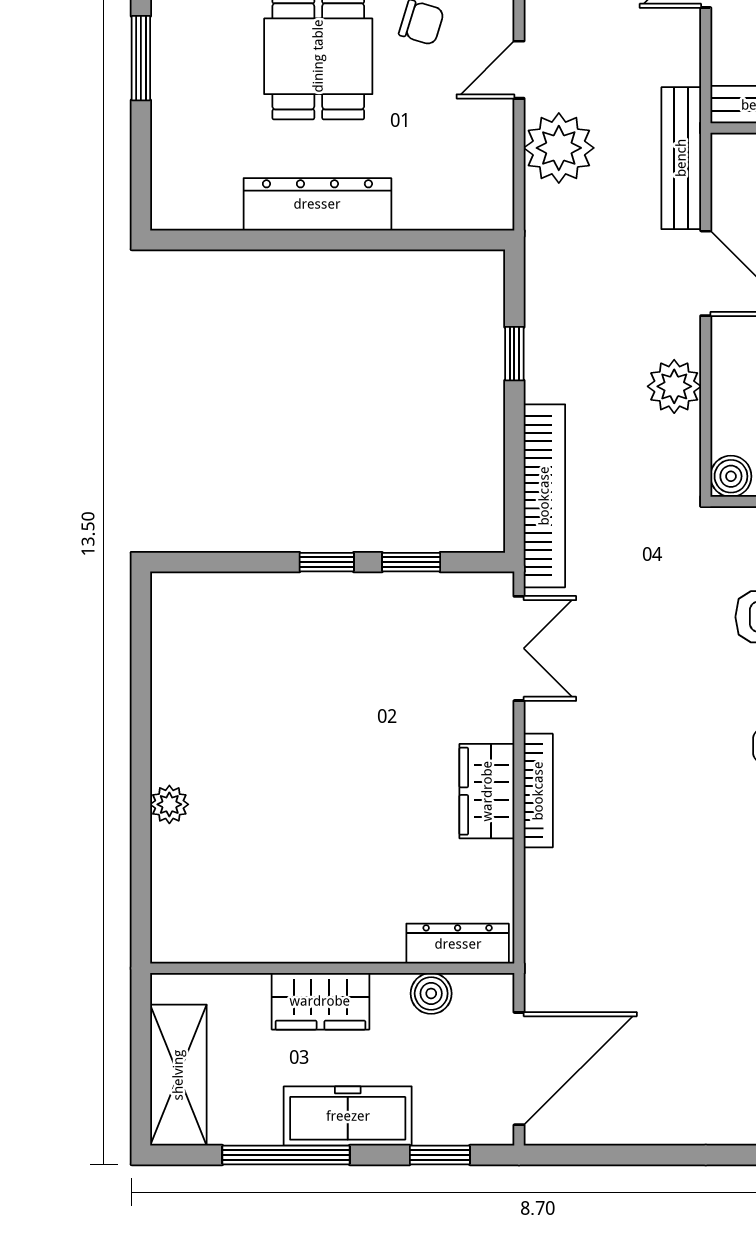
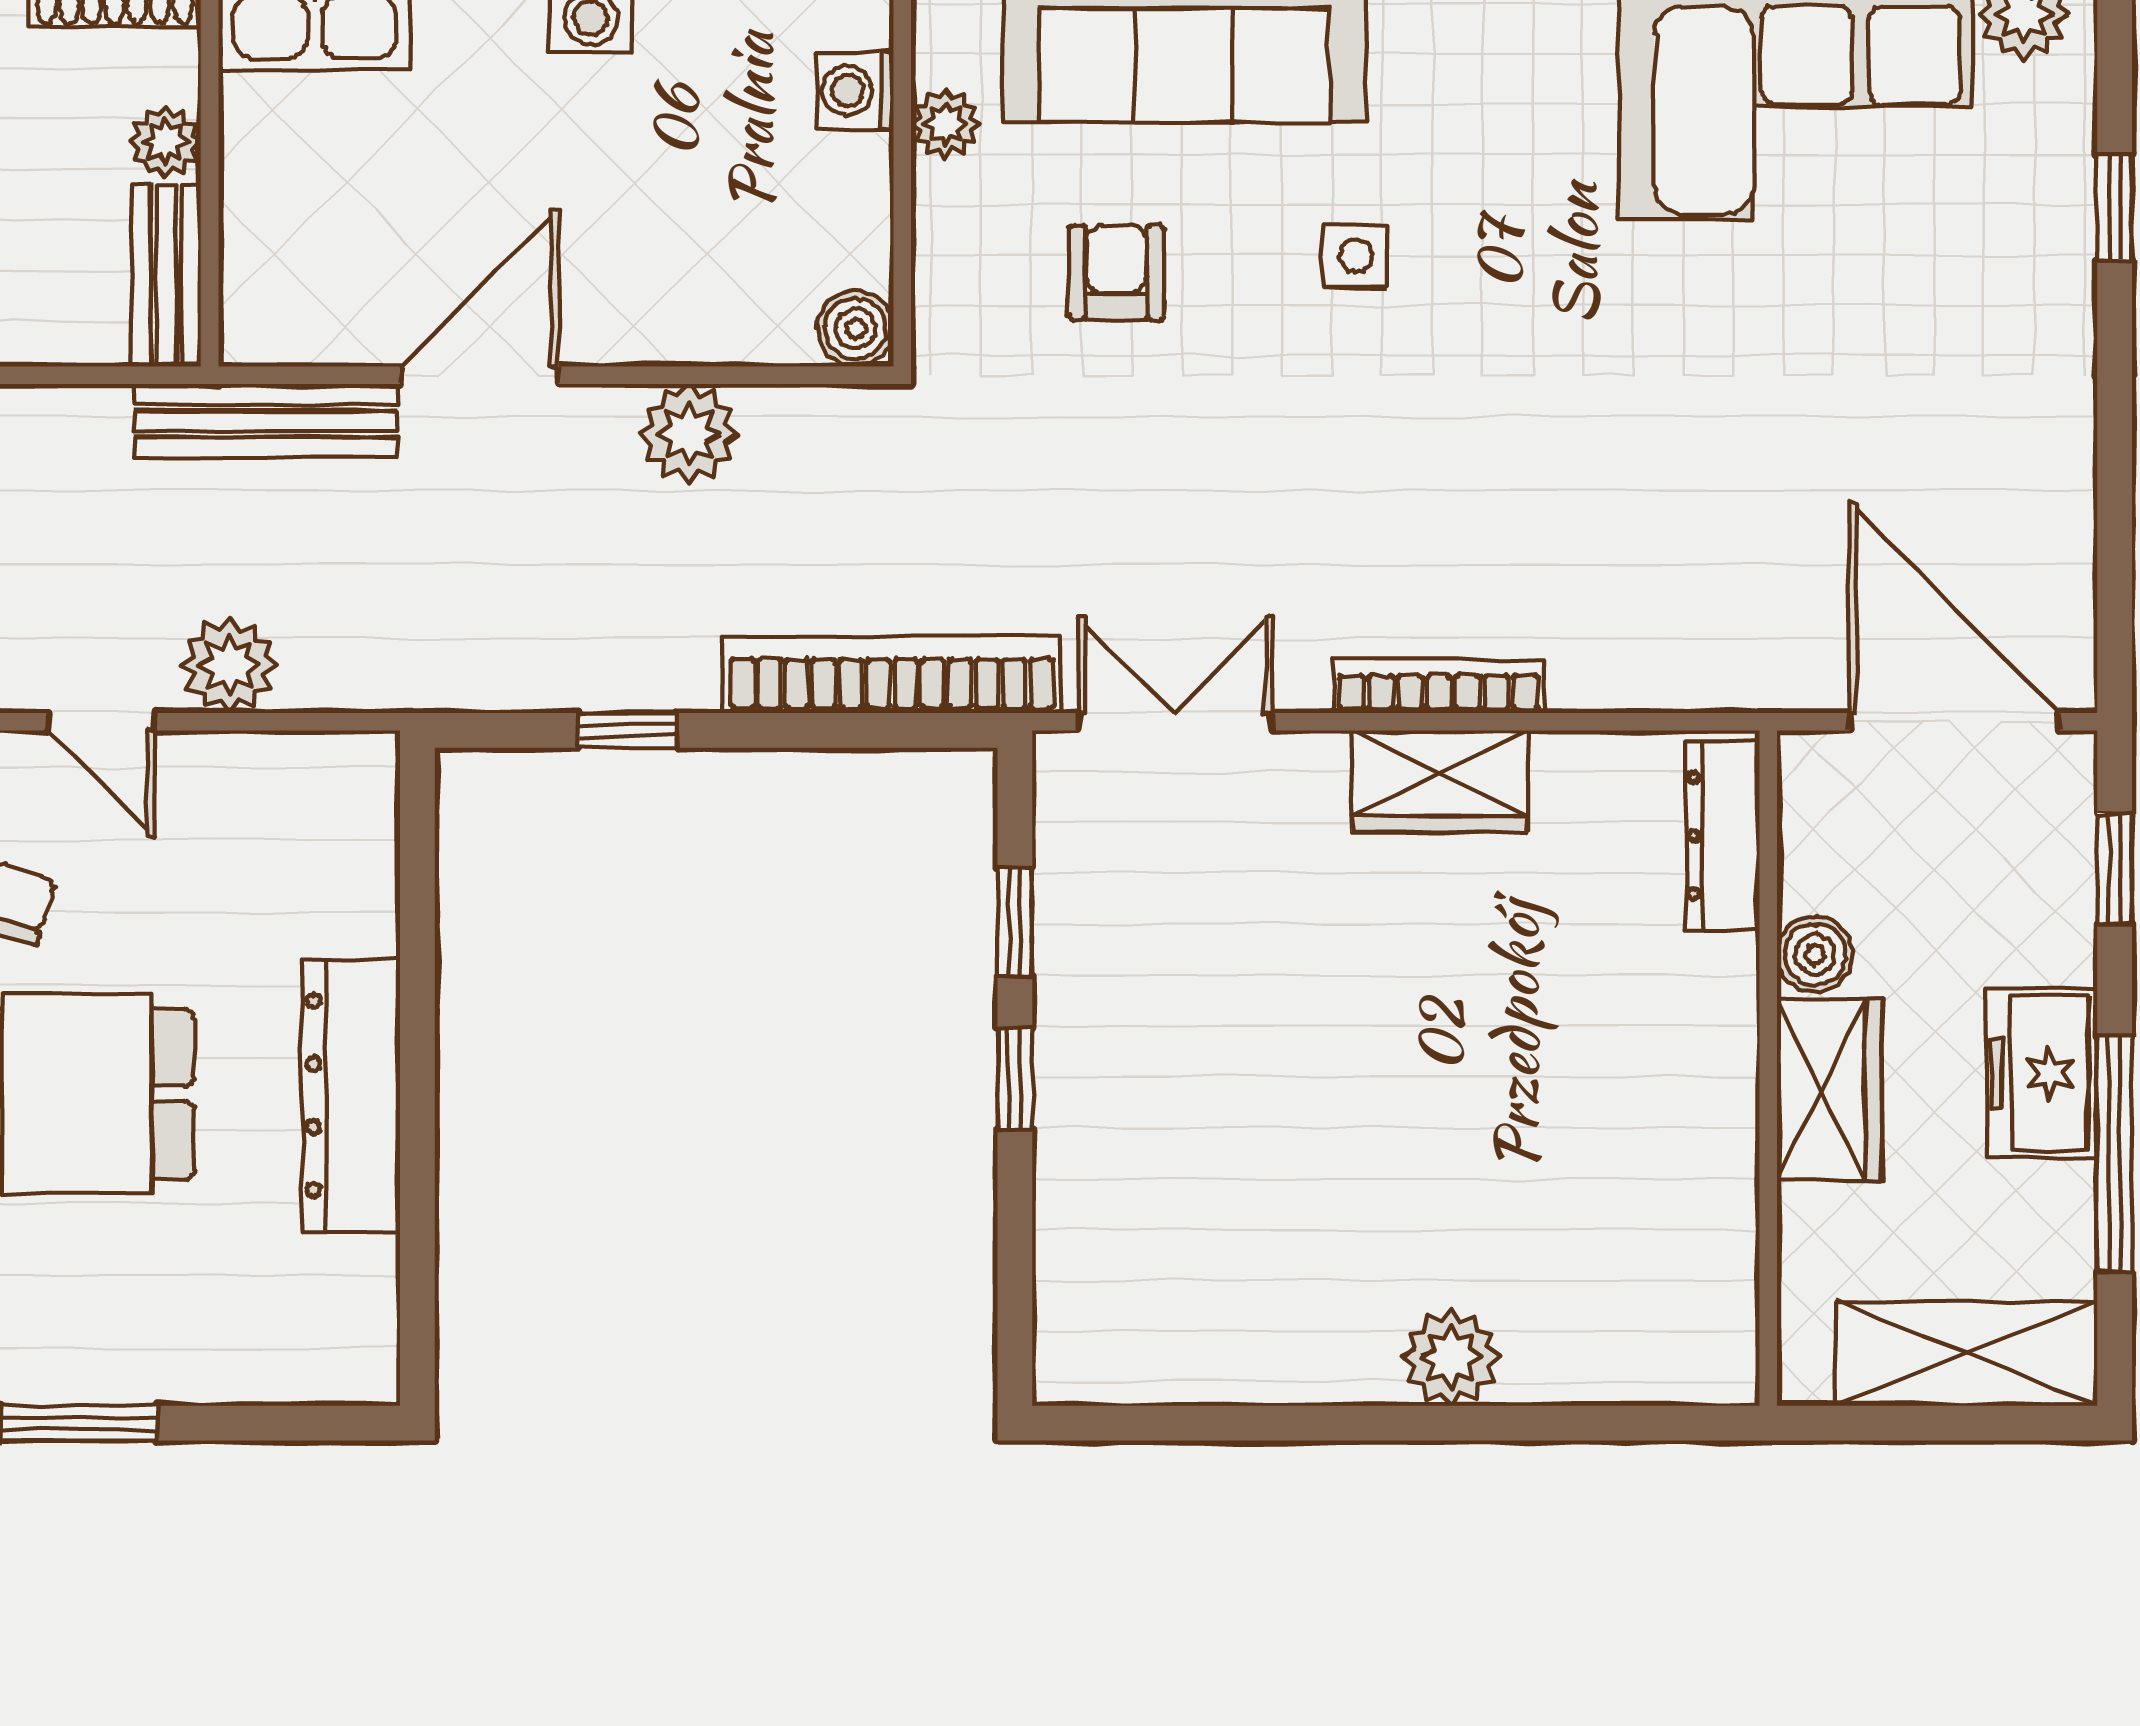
plant: (559, 148) -> (229, 665), width x0.73, depth x0.73
plant: (169, 804) -> (1451, 1357), width x1.38, depth x1.38
boiler: (431, 993) -> (1815, 954), moved
freezer: (348, 1116) -> (2042, 1073), width x0.71

